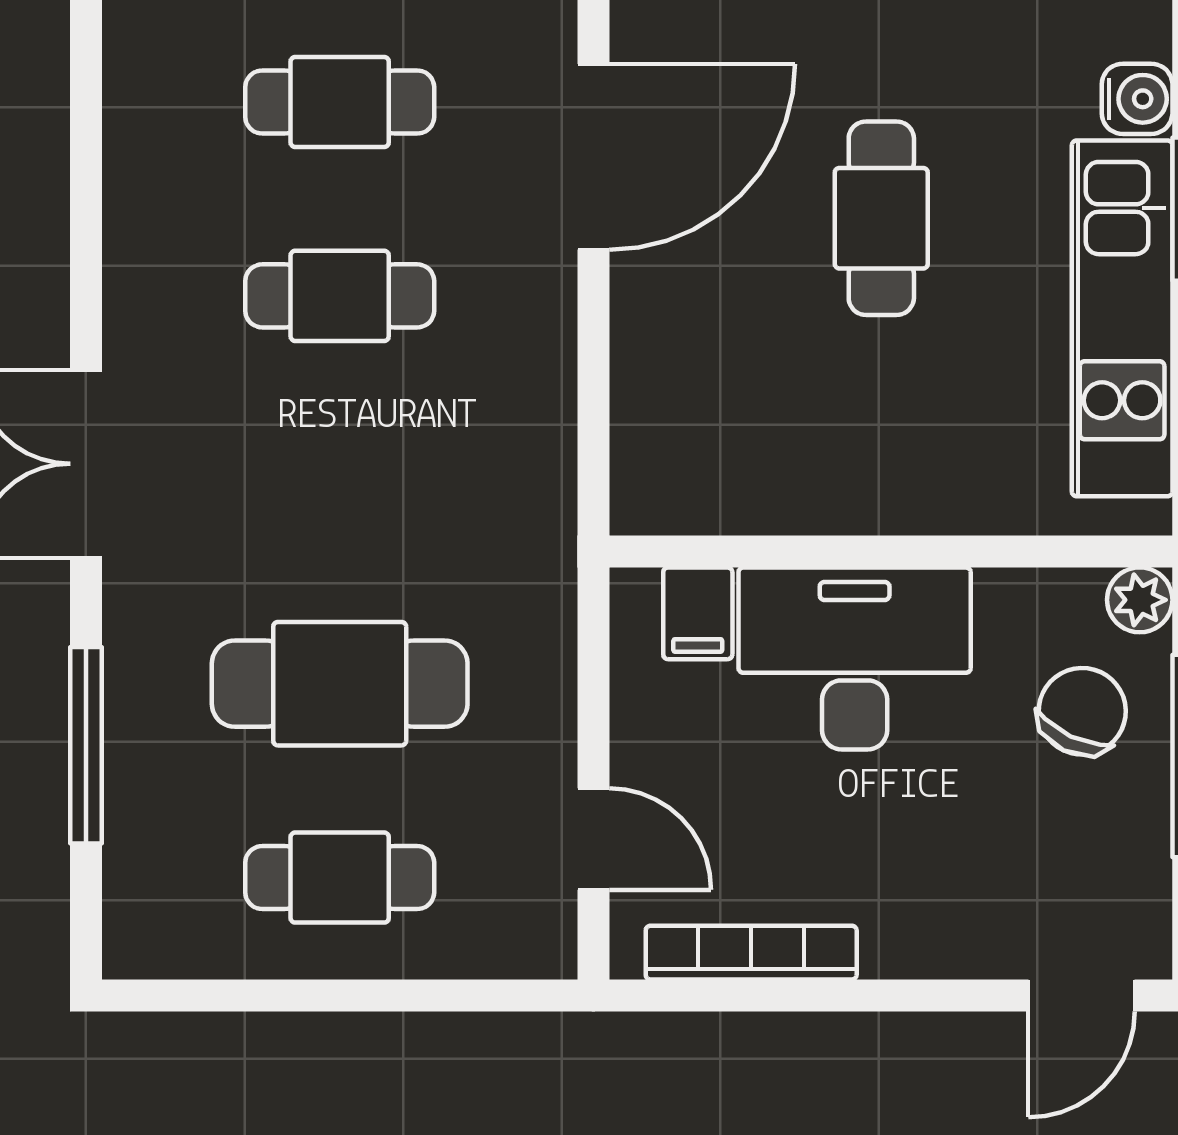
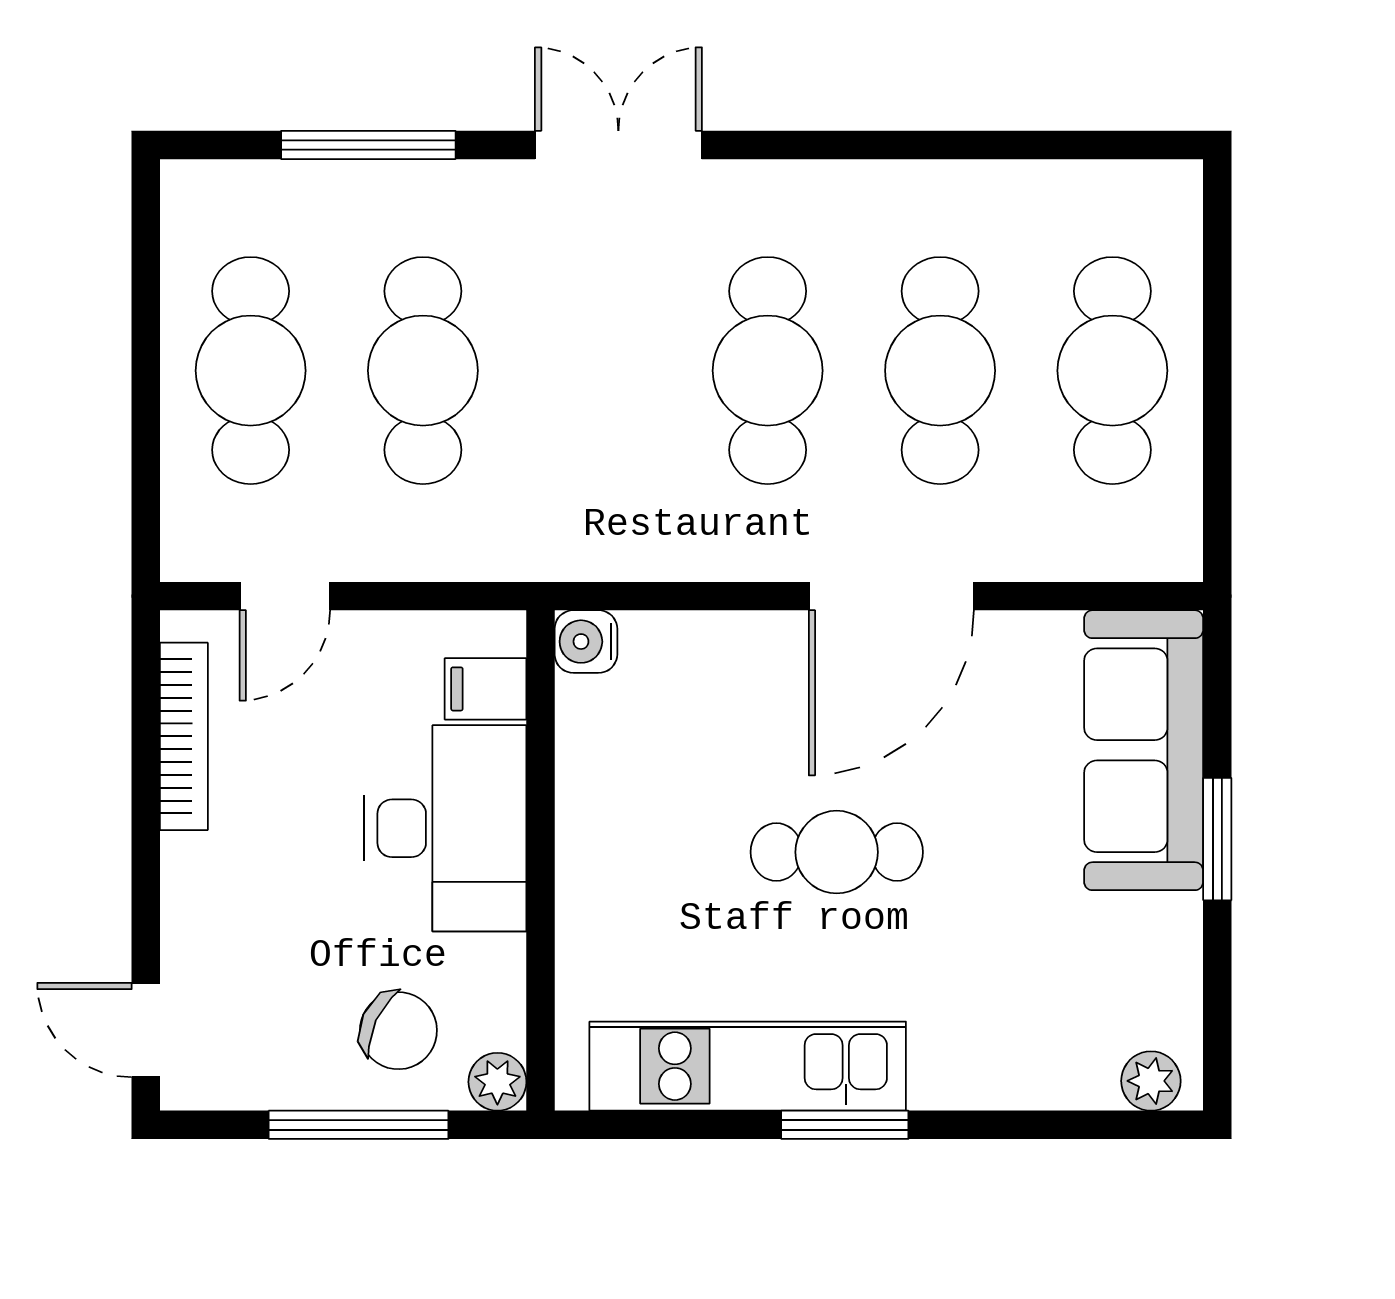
water cooler: (1137, 99) -> (586, 642), moved, turned 90
cafe table: (340, 102) -> (940, 371), width x1.37, depth x1.35
door: (593, 157) -> (891, 596), hinge flipped
cafe table: (340, 296) -> (768, 371), width x1.37, depth x1.35
cafe table: (340, 878) -> (251, 371), width x1.37, depth x1.35

